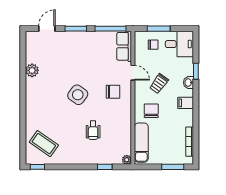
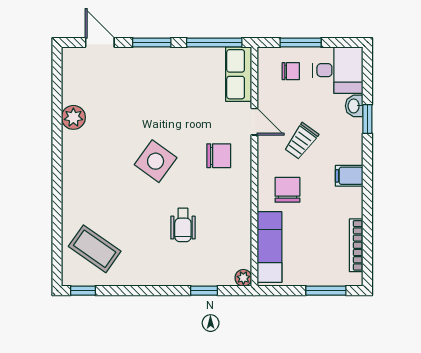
door: (47, 29) -> (100, 43), hinge flipped
washbasin: (188, 83) -> (354, 106), moved

